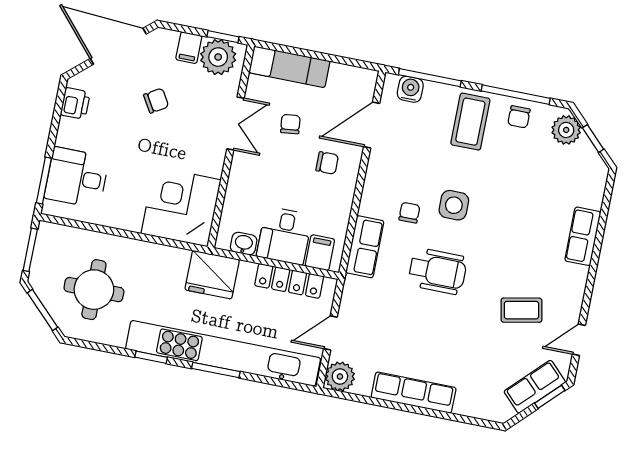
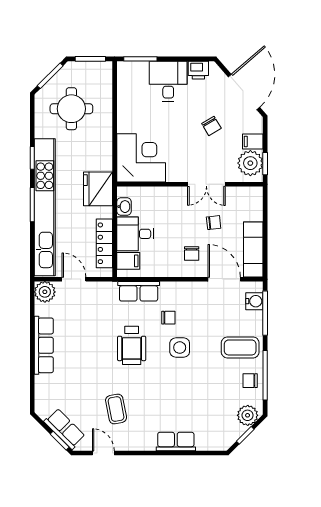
exam couch: (289, 67) -> (253, 249), moved
desk: (77, 178) -> (168, 81), moved

